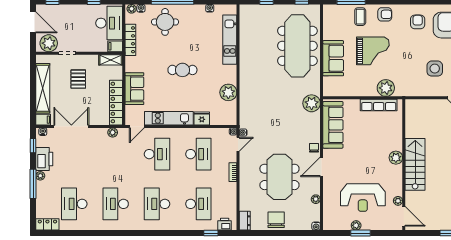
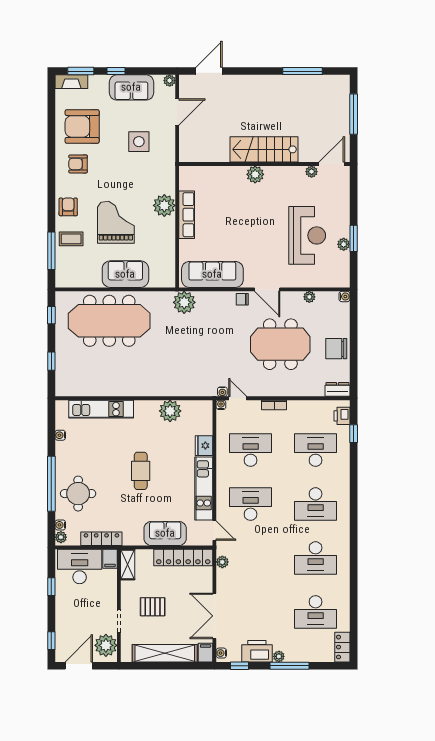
plant: (396, 158) -> (255, 174), moved
stairs: (415, 164) -> (264, 149), moved
wall: (404, 165) -> (264, 164), moved
plant: (398, 201) -> (312, 172), moved
door: (404, 216) -> (332, 164), moved

